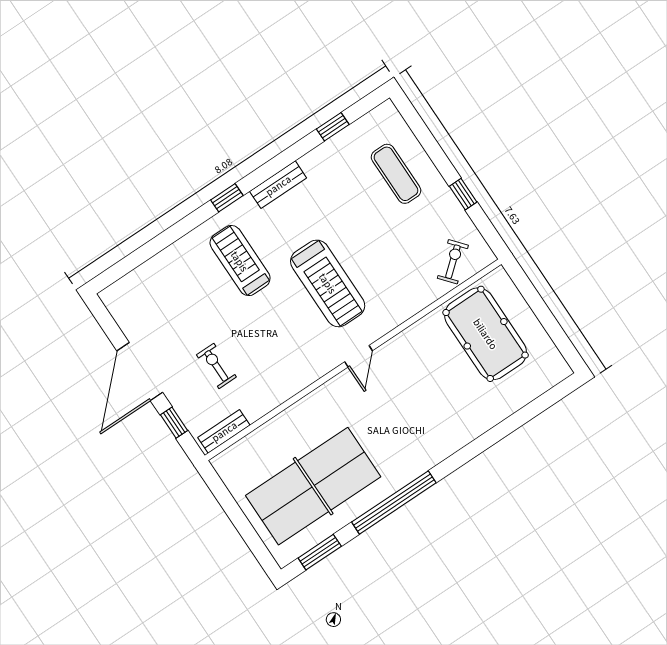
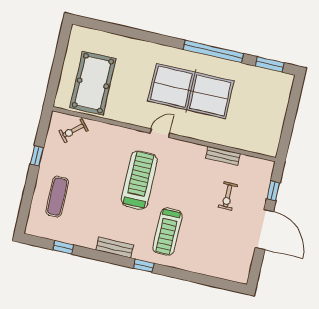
door: (140, 372) -> (264, 230), hinge flipped
bench: (224, 431) -> (223, 156), moved
table tennis table: (313, 486) -> (191, 91), moved

